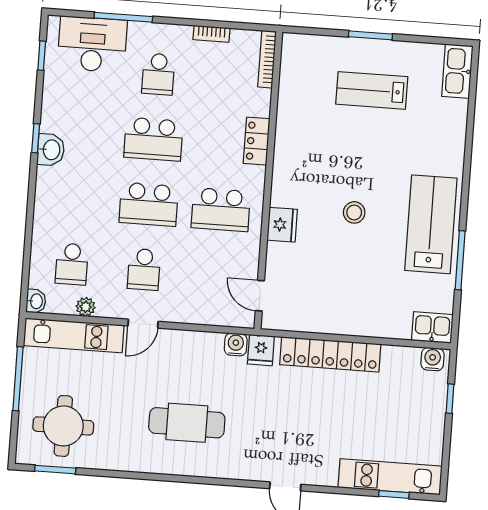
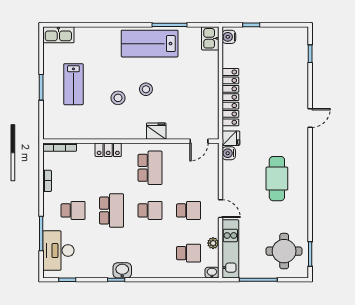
stool: (343, 164) -> (118, 98), added
school desk: (149, 204) -> (150, 210), width x0.54
kitchen unit: (390, 477) -> (300, 57), removed

